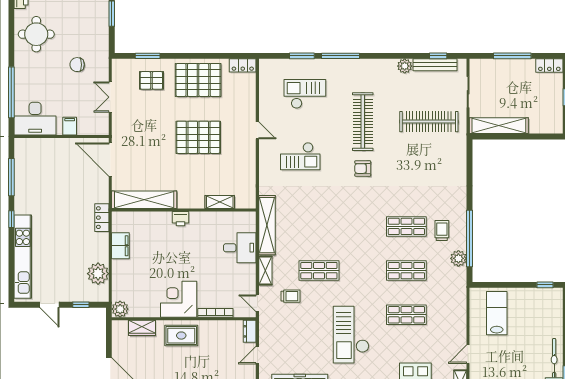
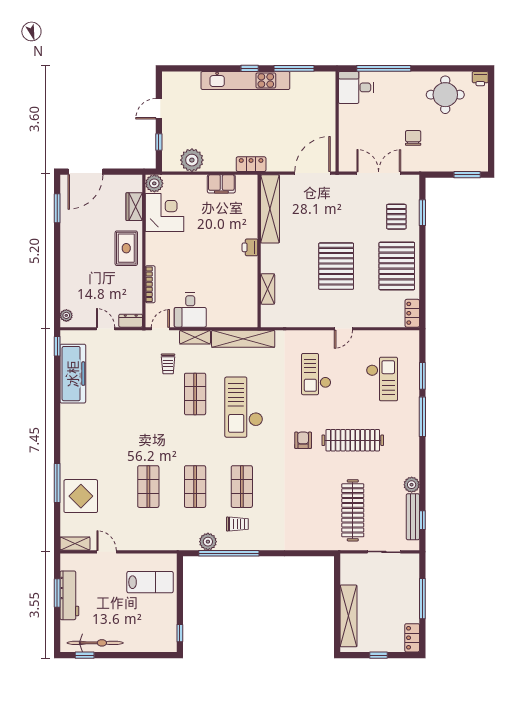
double door: (110, 97) -> (379, 173), width x1.37
desk: (35, 119) -> (356, 87), width x0.73
filing cabinet: (70, 126) -> (348, 130), removed
shelving: (499, 126) -> (349, 616), moved
desk: (240, 248) -> (190, 310), moved
kitchen unit: (23, 257) -> (245, 80), moved
corner desk: (179, 299) -> (165, 213), moved
checkout: (351, 335) -> (244, 407), moved, turned -90

